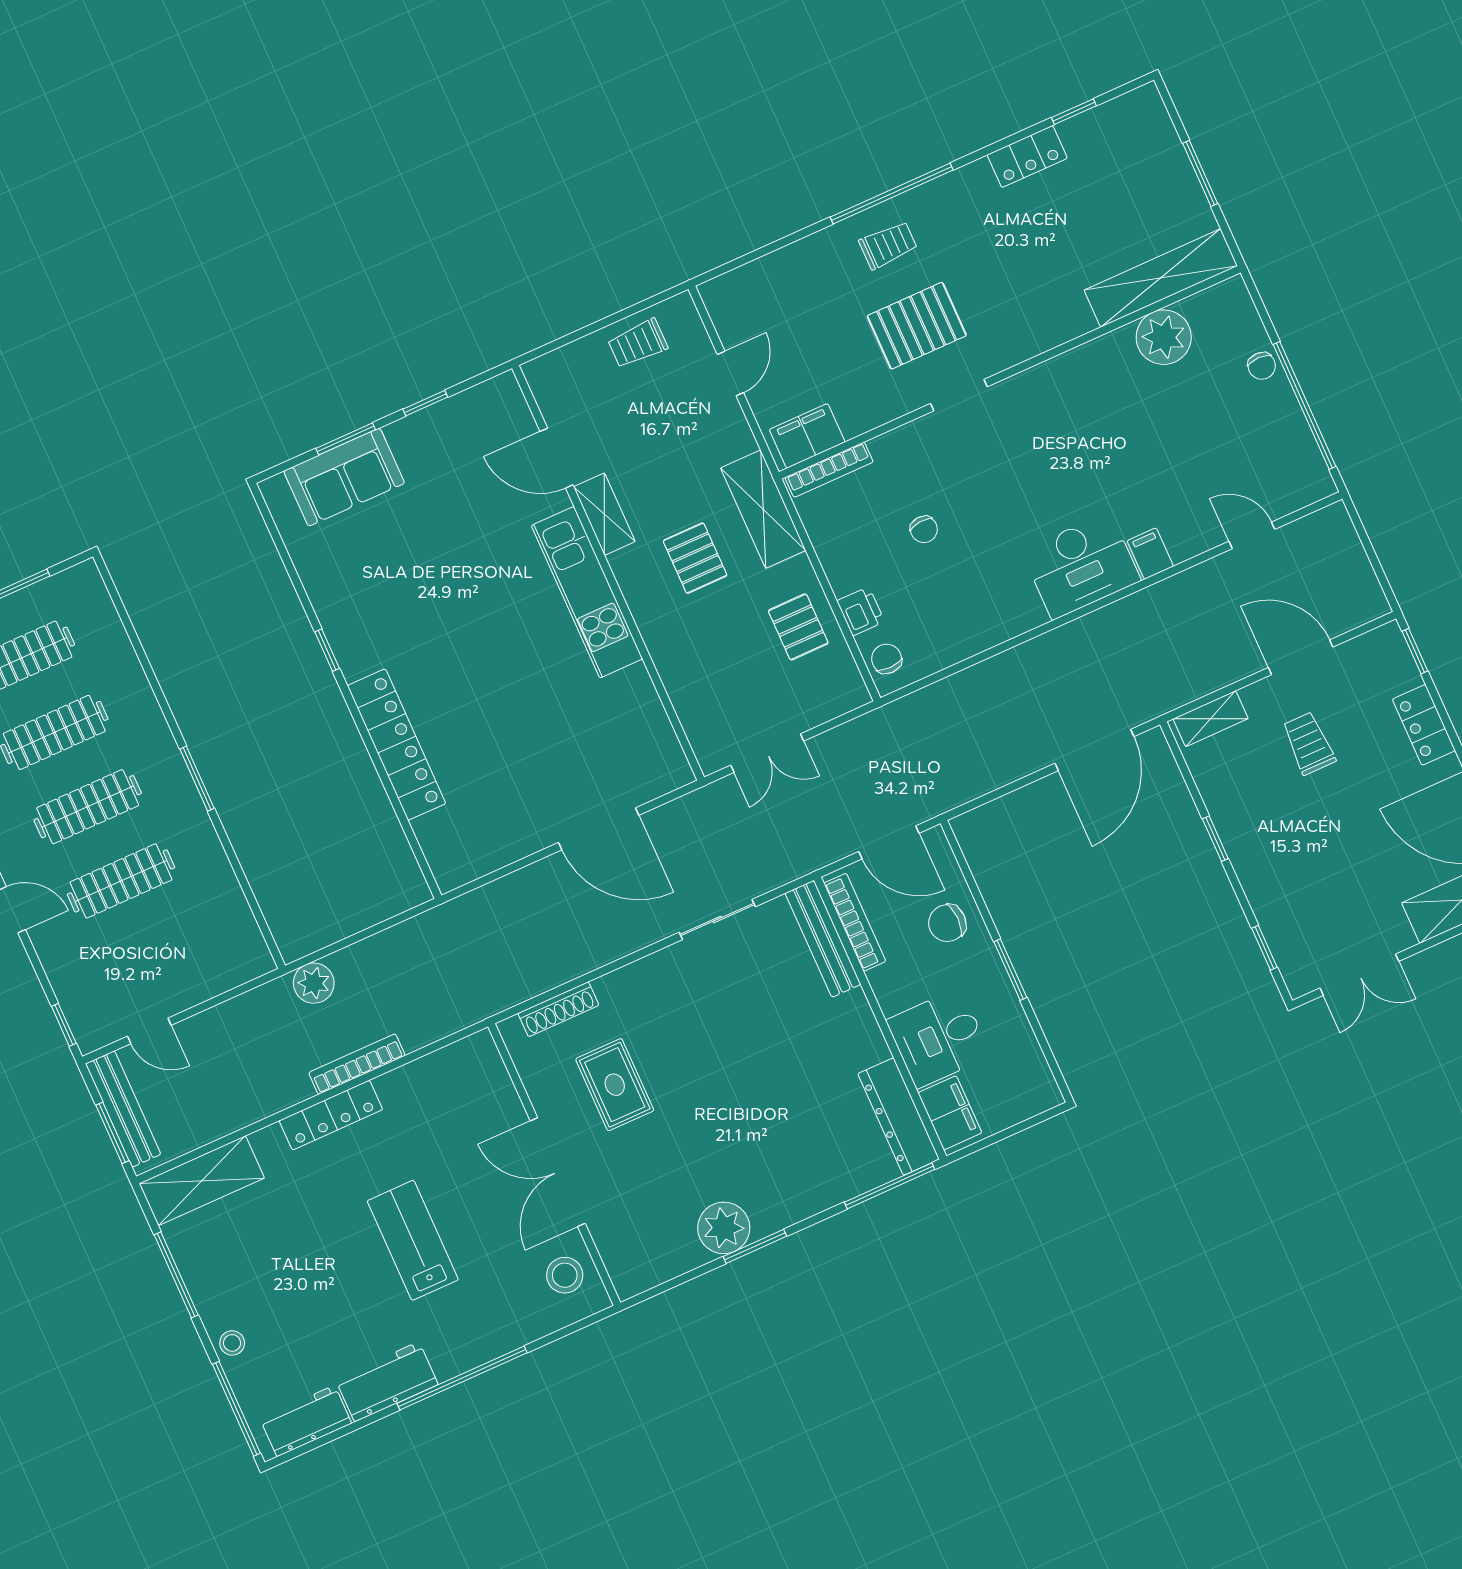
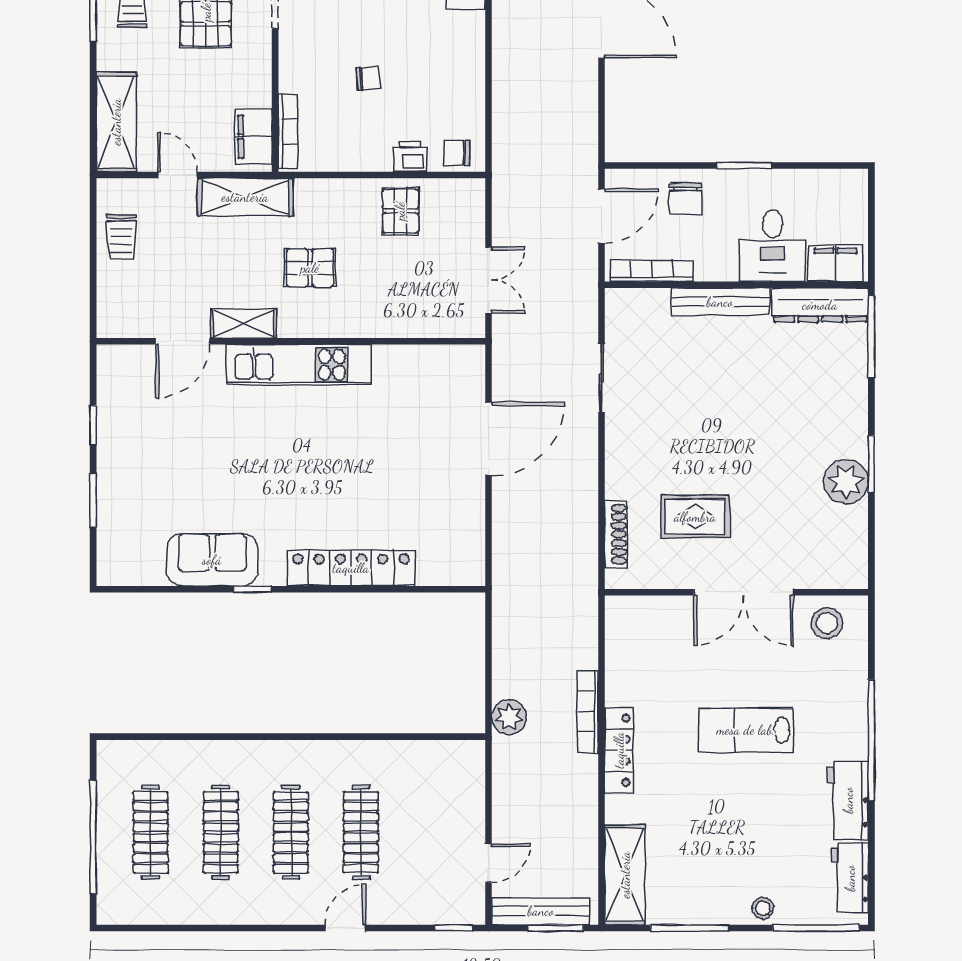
shelving: (757, 283) -> (116, 122), added
sofa: (344, 477) -> (212, 560), moved, turned -90
shelving: (763, 509) -> (245, 197), moved
pallet: (798, 627) -> (400, 211), turned 90
window: (197, 779) -> (307, 737), removed
bench: (823, 939) -> (720, 302), moved

